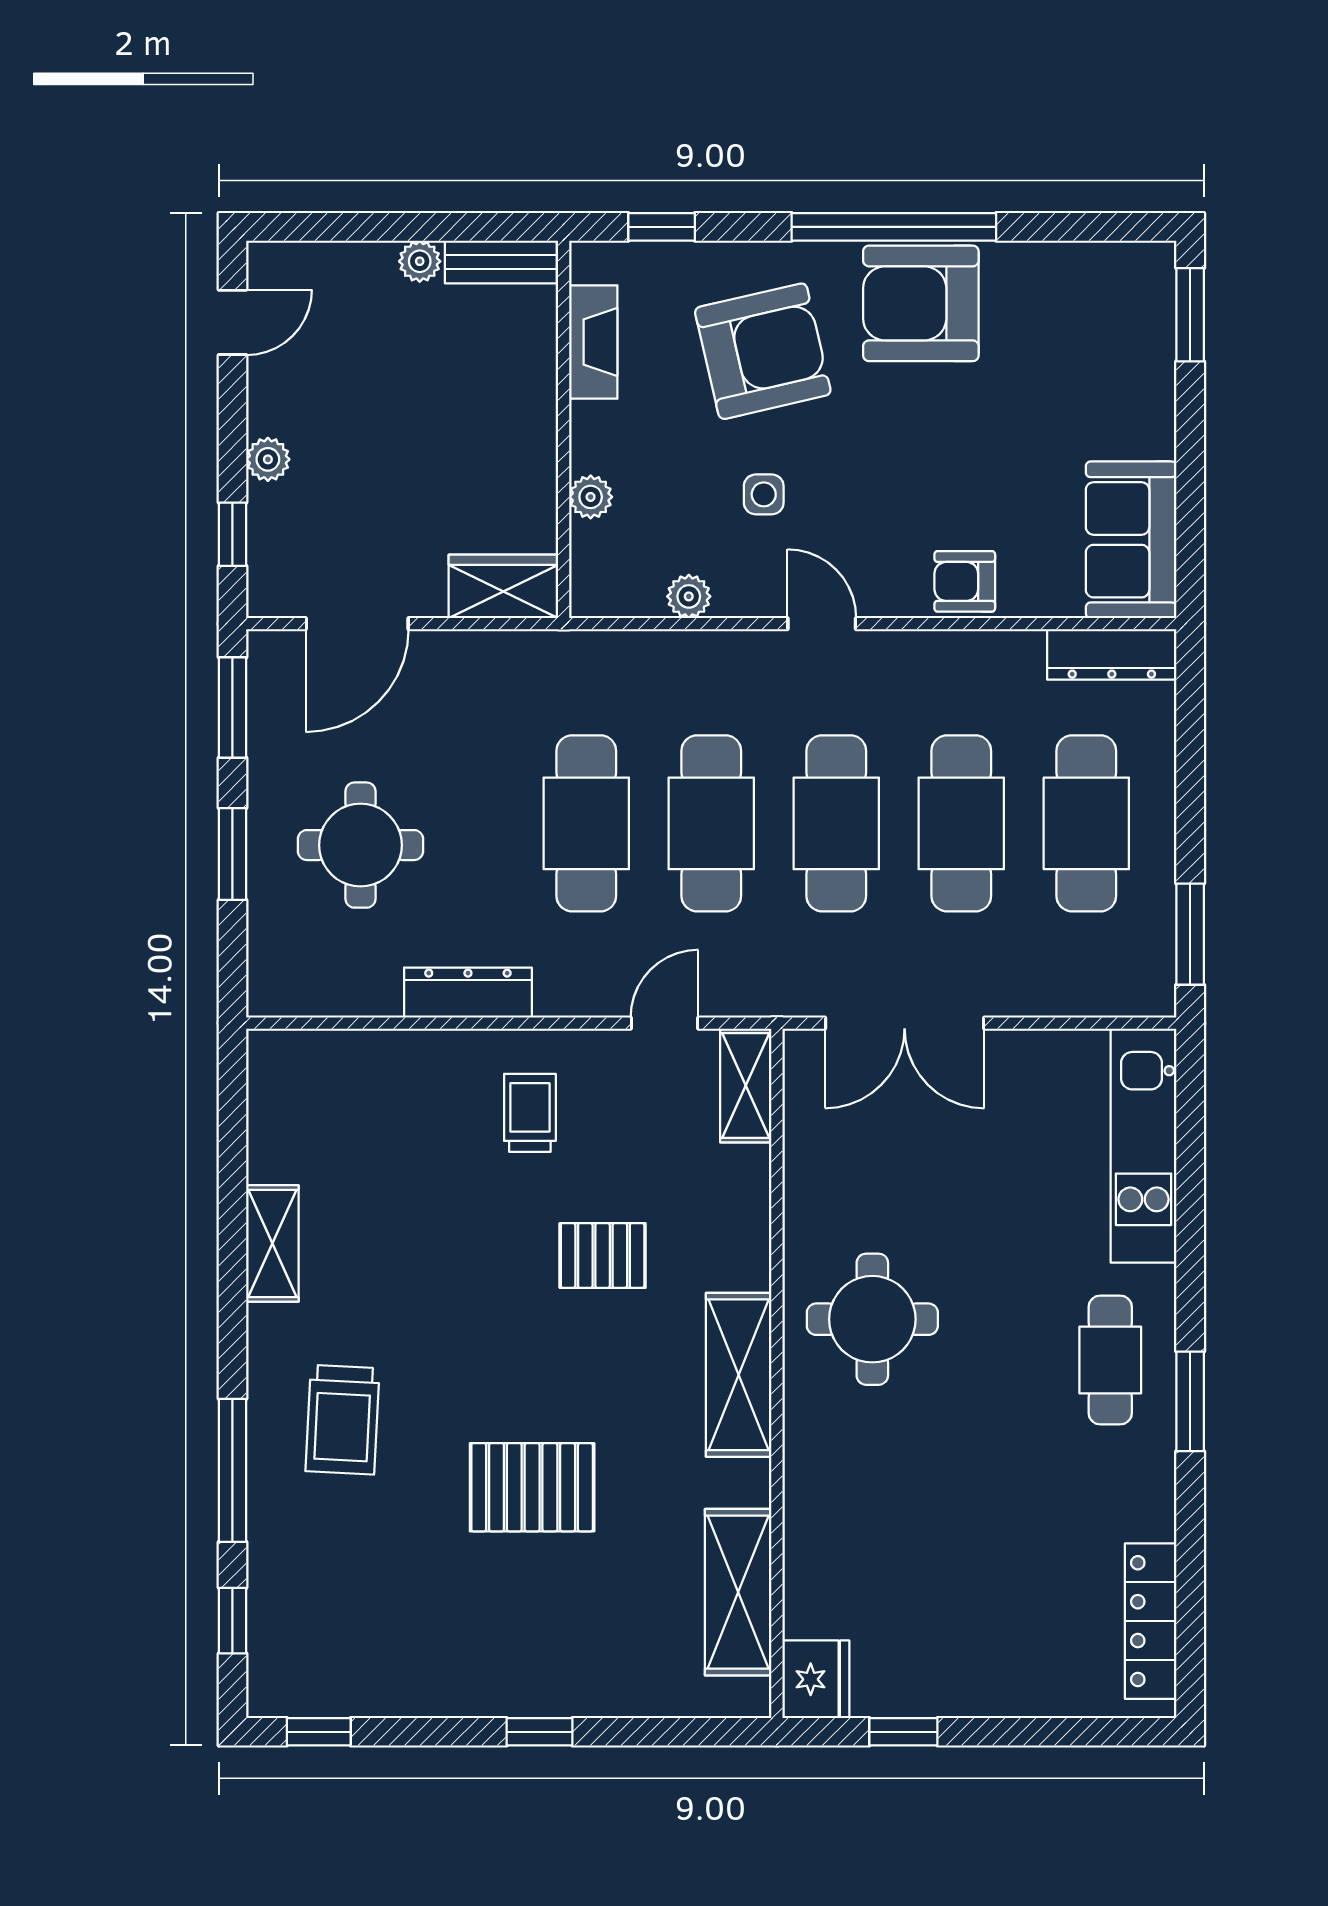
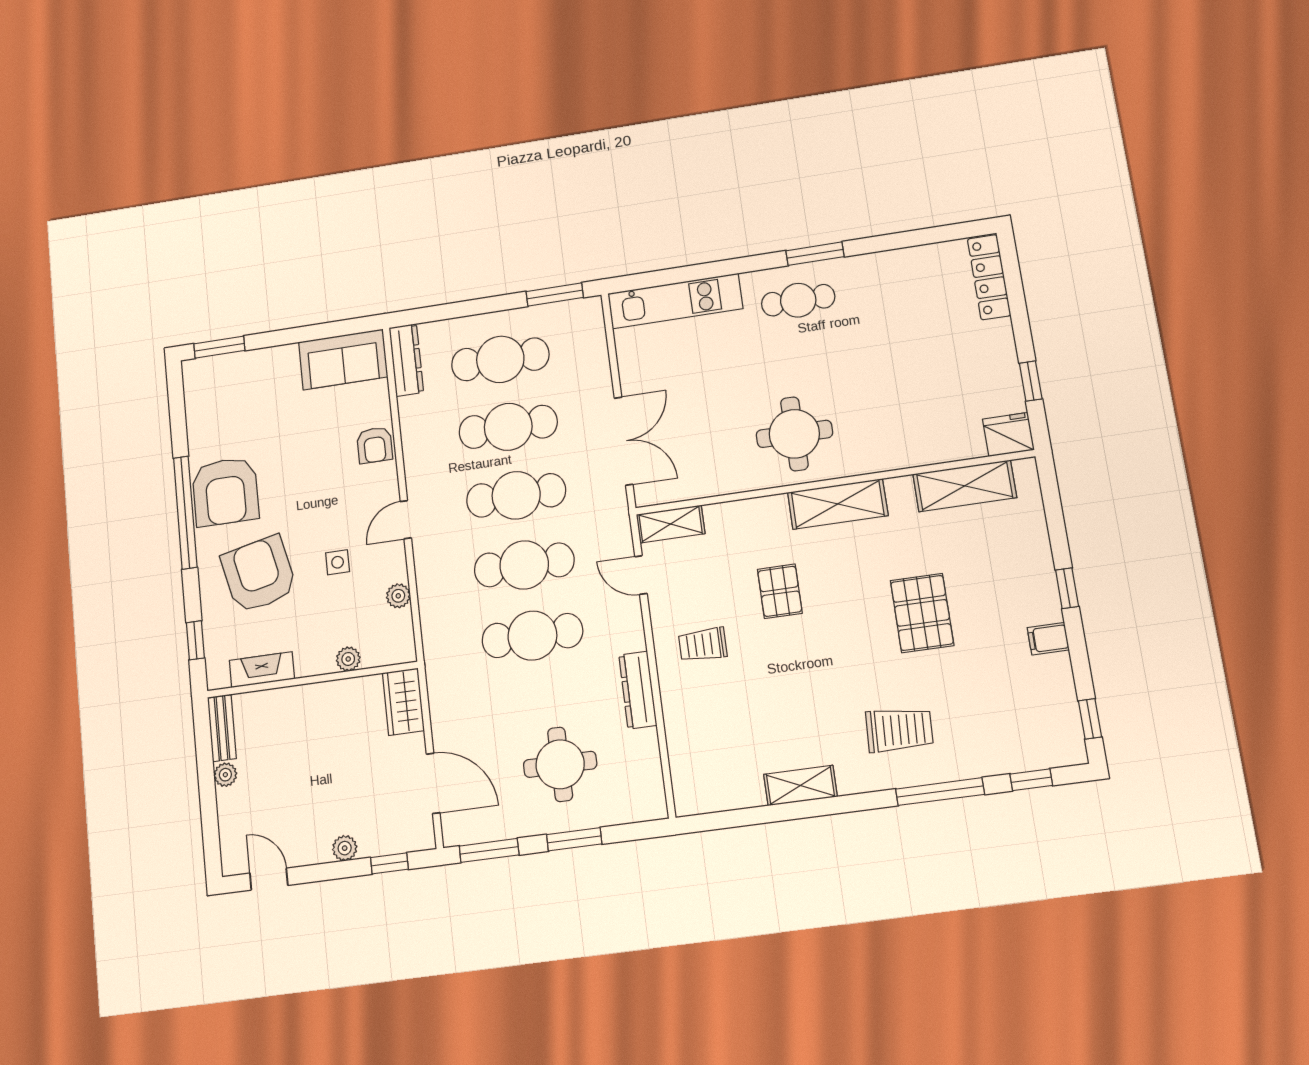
locker: (1151, 1621) -> (989, 277), moved, turned 90
filing cabinet: (460, 1687) -> (1048, 639), added

